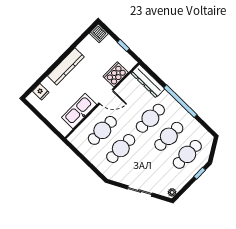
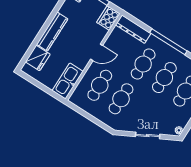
cooker: (116, 74) -> (108, 18), moved
fridge: (41, 92) -> (38, 58), width x1.88, depth x1.34
kitchen sink: (79, 111) -> (68, 81), moved

